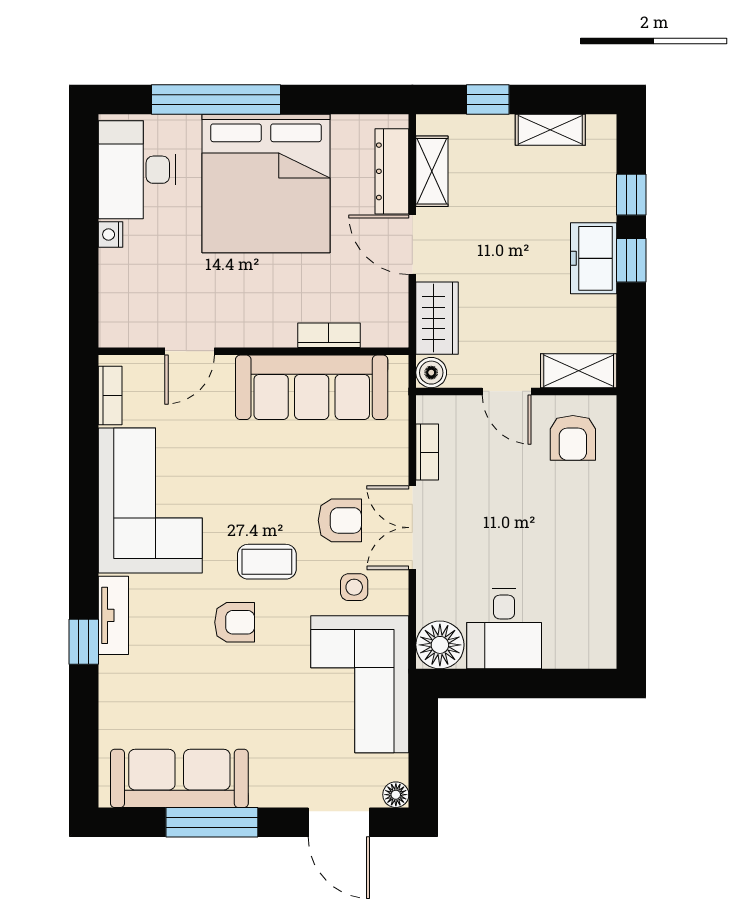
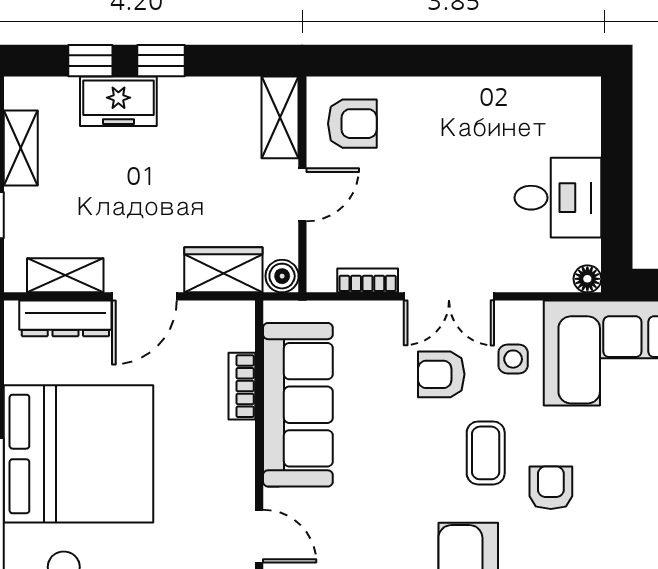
freezer: (594, 258) -> (118, 101), moved
armchair: (340, 520) -> (441, 374), turned -90
floor lamp: (440, 645) -> (587, 279), width x0.53, depth x0.53

